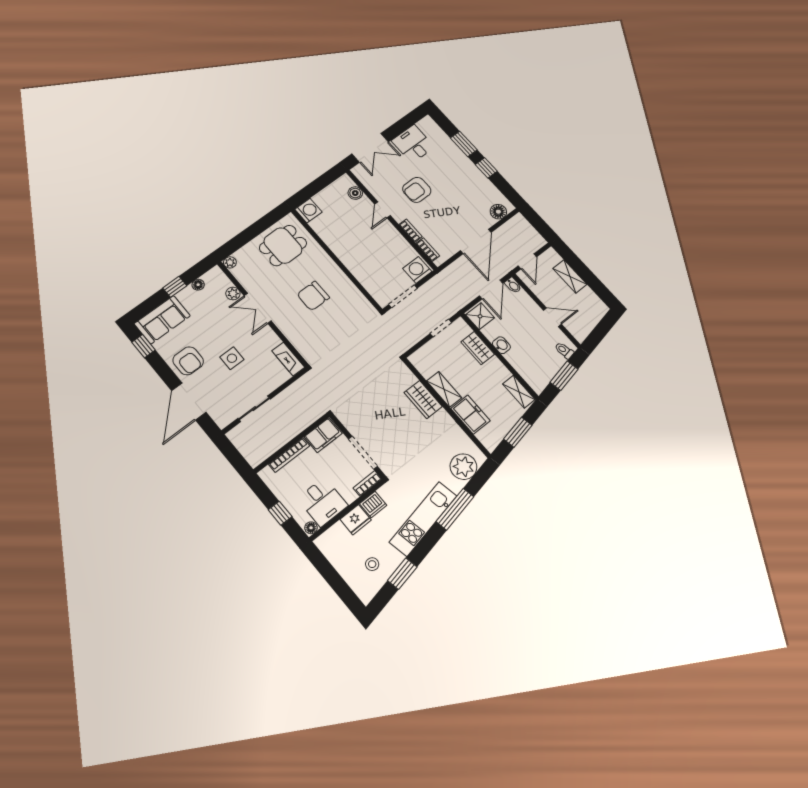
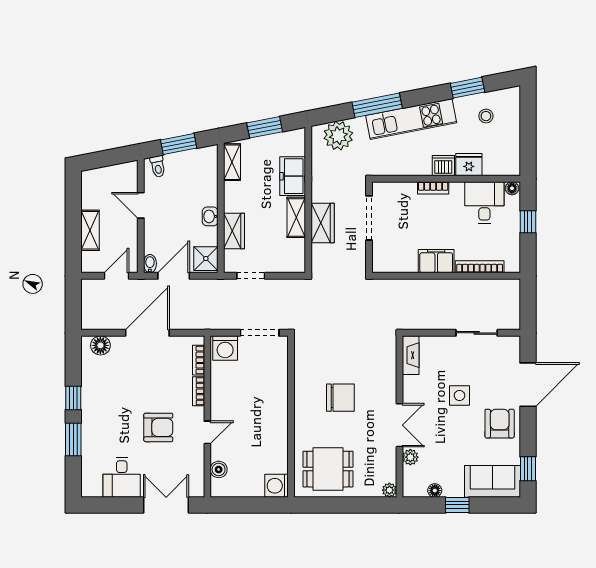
wall: (357, 446) -> (369, 227), moved
doorway: (363, 453) -> (369, 218), moved

